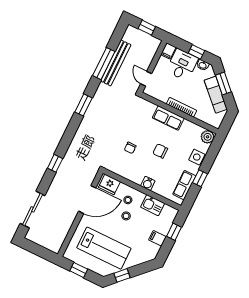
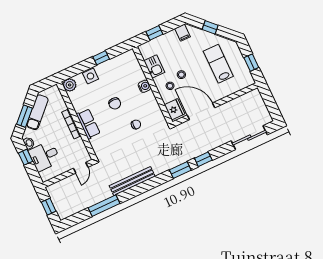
filing cabinet: (169, 51) -> (46, 175), removed
bench: (116, 63) -> (132, 181), moved
window: (84, 105) -> (180, 170), moved
row of seats: (184, 185) -> (117, 62), removed
filing cabinet: (157, 238) -> (182, 33), moved
lab bench: (104, 248) -> (218, 64), width x0.73, depth x0.72
window: (122, 275) -> (210, 27), moved

